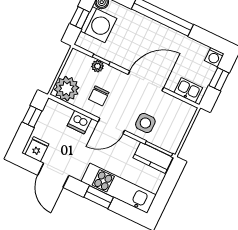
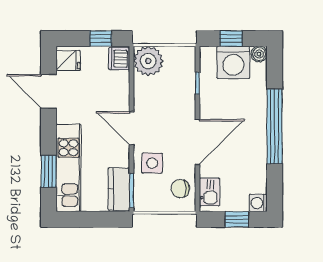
plant: (98, 66) -> (188, 83), removed
door: (146, 81) -> (197, 142), hinge flipped
chair: (99, 96) -> (180, 189), moved
dishwasher: (79, 122) -> (119, 59), moved
door: (53, 175) -> (49, 91), hinge flipped
window: (99, 197) -> (49, 171), moved

